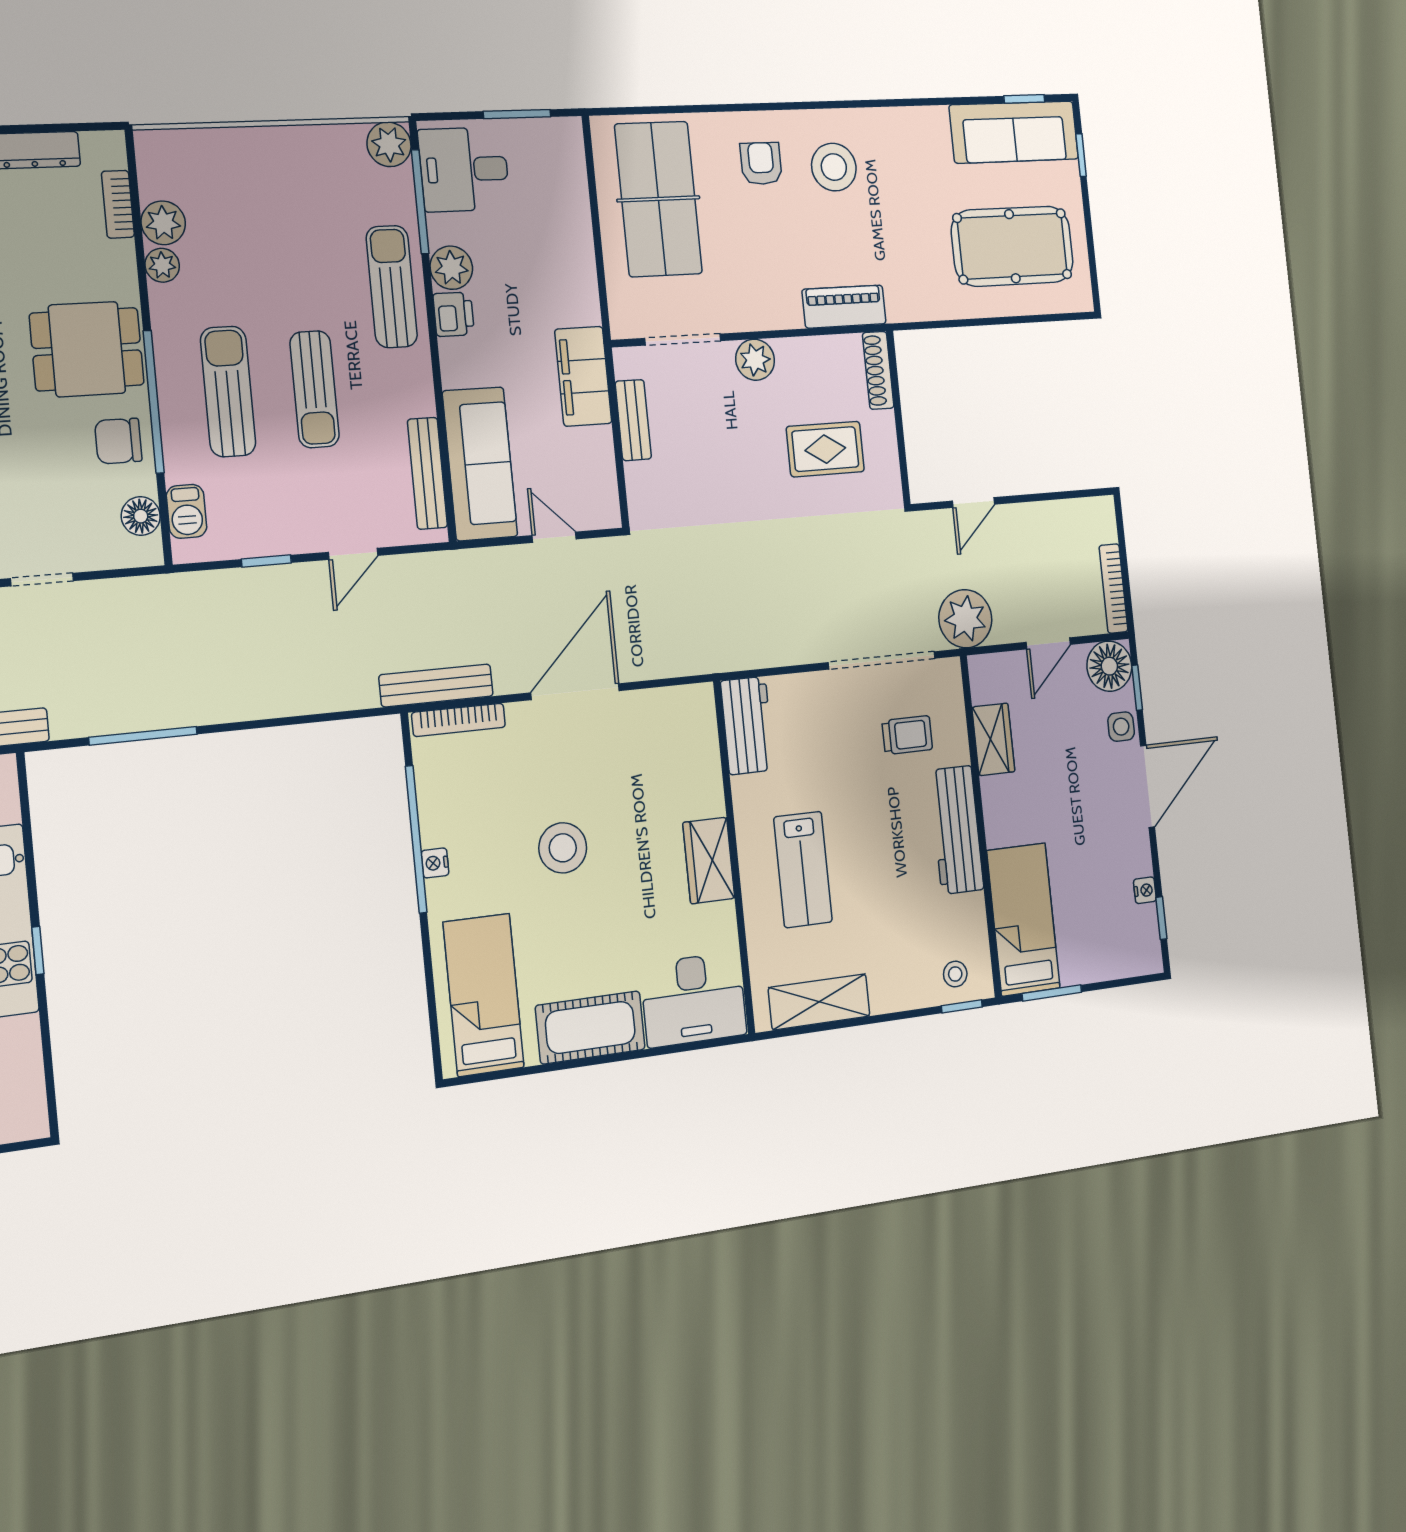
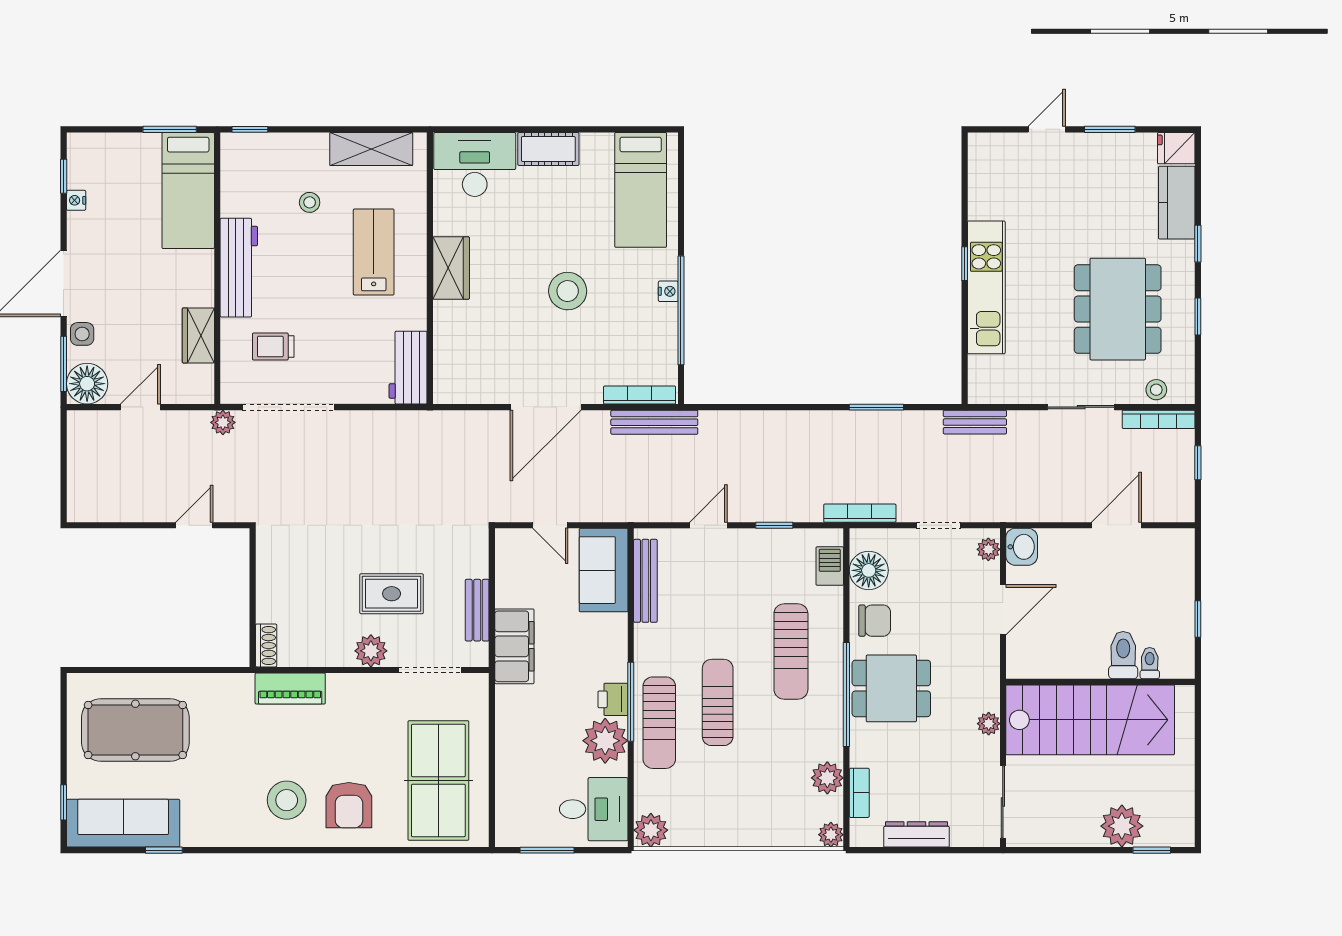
window: (1024, 99) -> (164, 850), moved
armchair: (761, 163) -> (349, 805), width x1.38, depth x1.38
window: (420, 202) -> (631, 702), moved
plant: (162, 265) -> (831, 835), moved
plant: (451, 268) -> (605, 741), width x1.36, depth x1.36
shoe rack: (878, 370) -> (266, 645), width x0.70
sun lounger: (315, 389) -> (718, 702), moved
window: (154, 402) -> (846, 695), moved
rug: (825, 449) -> (392, 594), moved
sofa: (480, 464) -> (604, 570), width x0.73
floor lamp: (141, 516) -> (869, 570), width x1.38, depth x1.38
bookcase: (1113, 589) -> (860, 513), moved, turned -90
plant: (965, 619) -> (223, 422), width x0.53, depth x0.53
window: (1137, 688) -> (64, 364), width x1.50
window: (143, 736) -> (876, 407), width x0.69
stool: (955, 974) -> (310, 202), moved
cot: (590, 1027) -> (548, 149), width x0.73, depth x0.75

